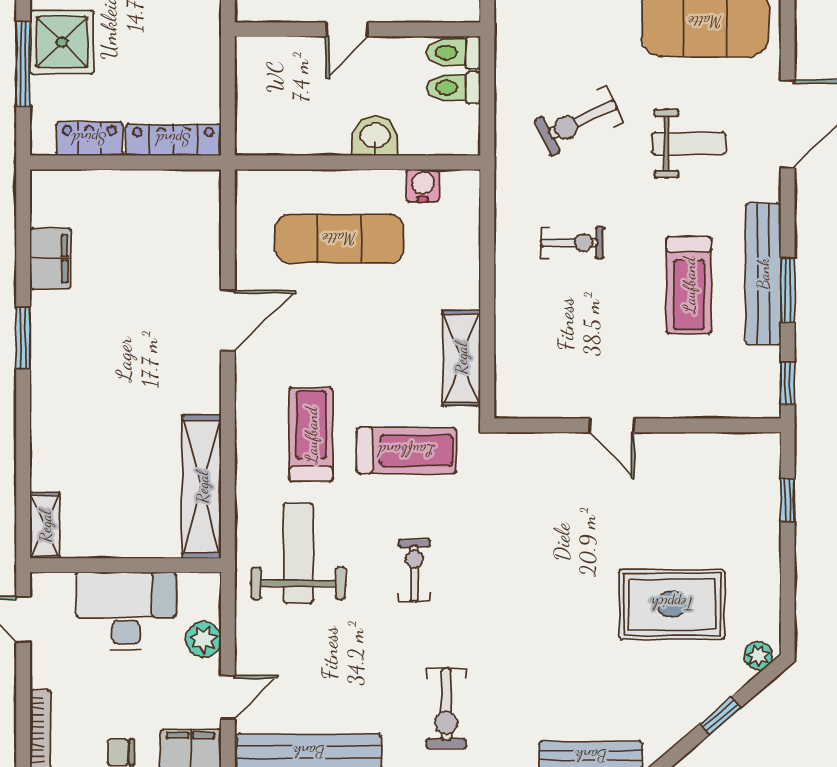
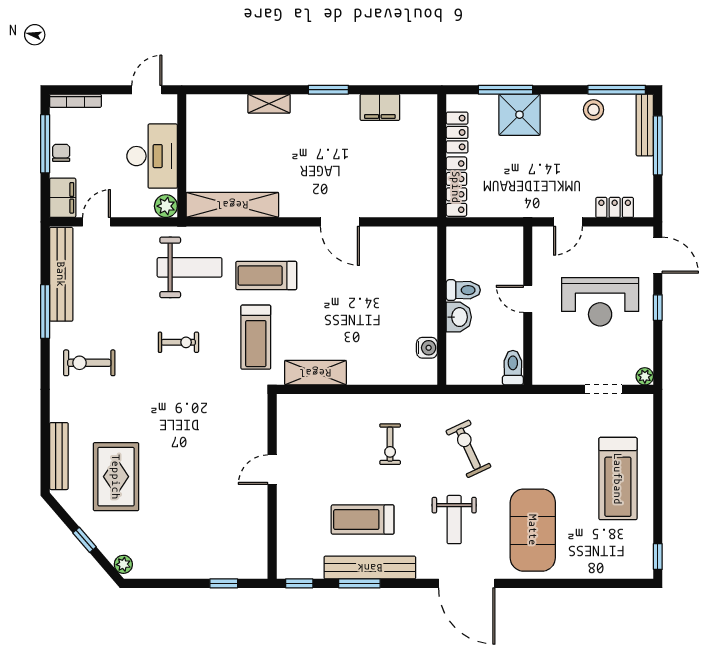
toilet: (454, 88) -> (463, 290), moved, turned 90
exercise mat: (339, 239) -> (393, 294), removed
treadmill: (311, 435) -> (266, 275), turned 180
shelving: (45, 526) -> (269, 104), moved
rug: (672, 604) -> (116, 477), moved
plant: (203, 639) -> (166, 206), moved
door: (228, 697) -> (97, 222), swing flipped

